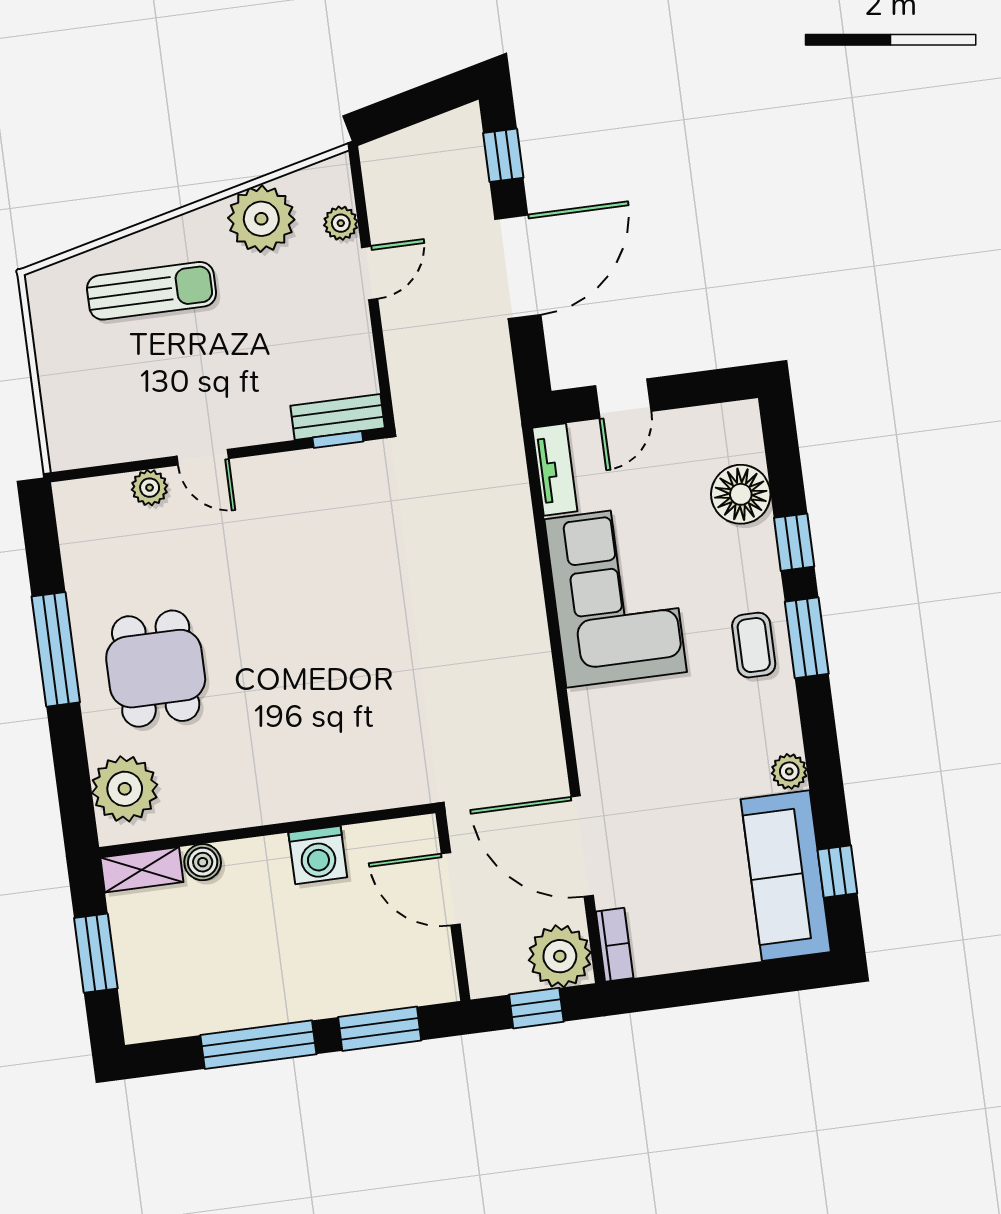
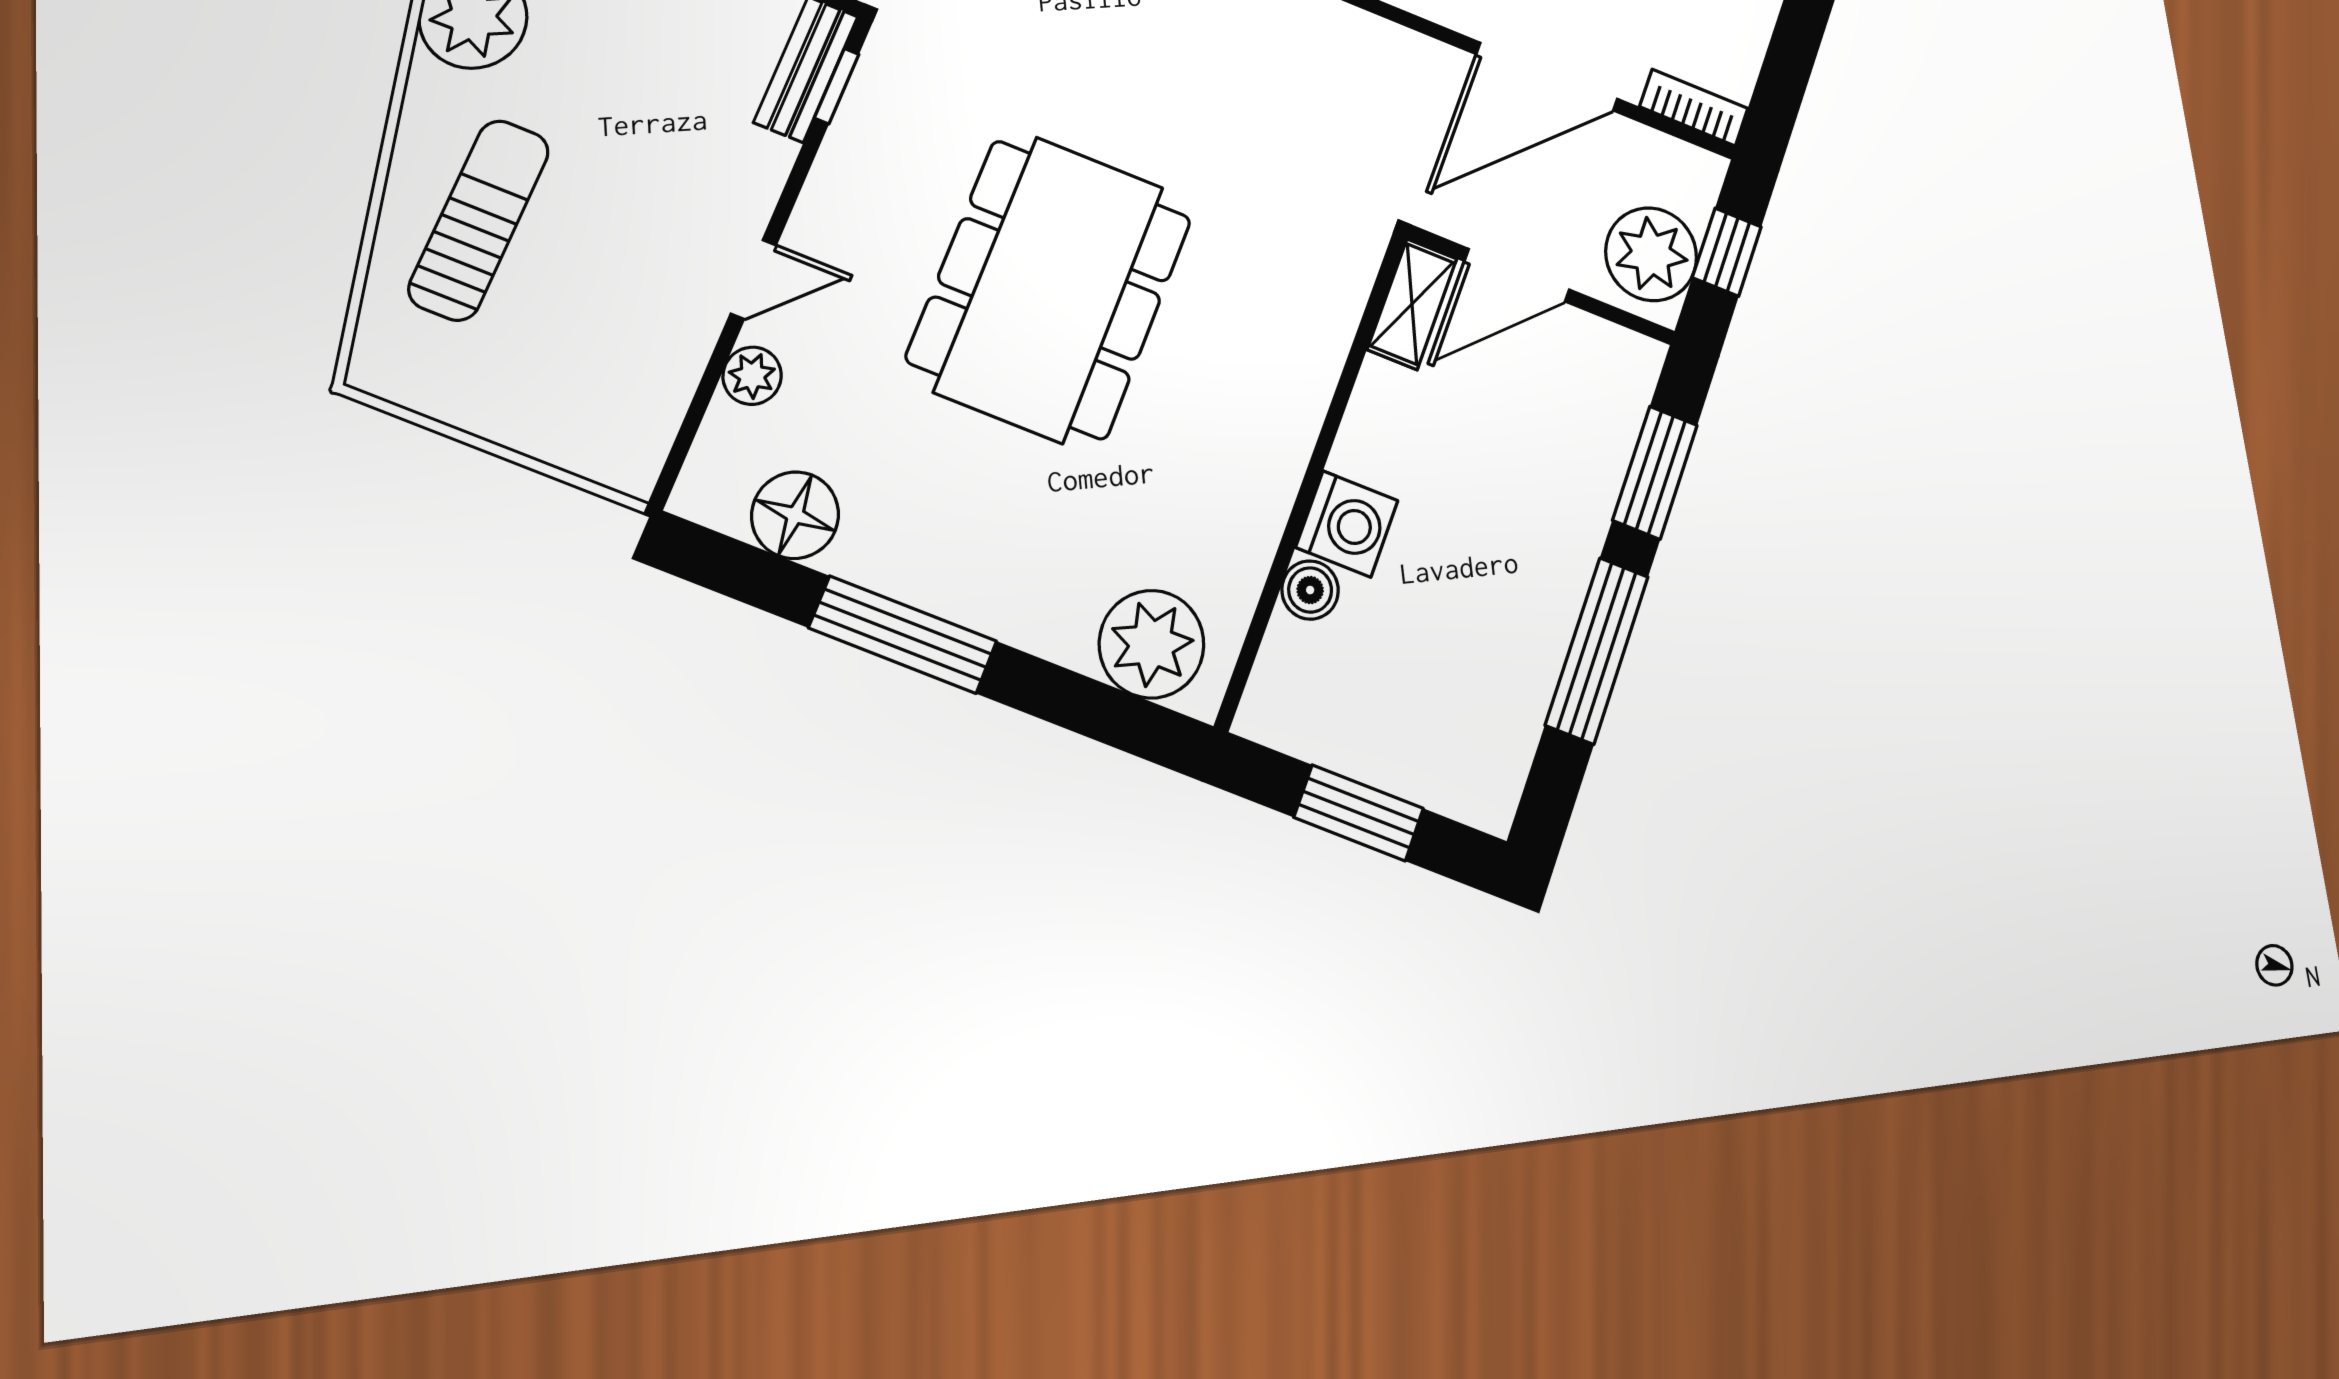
floor lamp: (87, 555) -> (795, 515), added
dining table: (156, 669) -> (1049, 289), moved, width x1.88, depth x1.24
washing machine: (318, 855) -> (1347, 524), moved
shelving: (142, 870) -> (1412, 304), moved
plant: (560, 956) -> (1651, 254), moved

